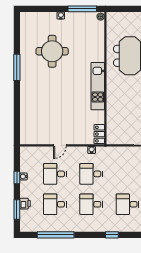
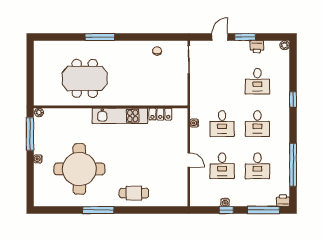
round table: (52, 51) -> (79, 169), width x1.36, depth x1.36
cafe table: (31, 98) -> (134, 193), added
locker: (99, 134) -> (160, 114), moved
printer: (25, 204) -> (283, 201), moved
window: (17, 209) -> (263, 210), width x1.44

